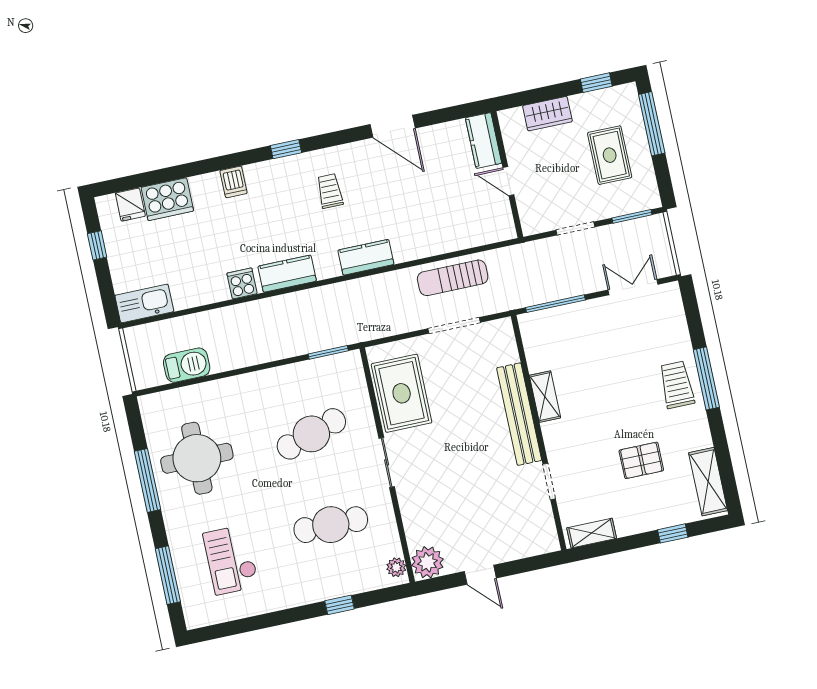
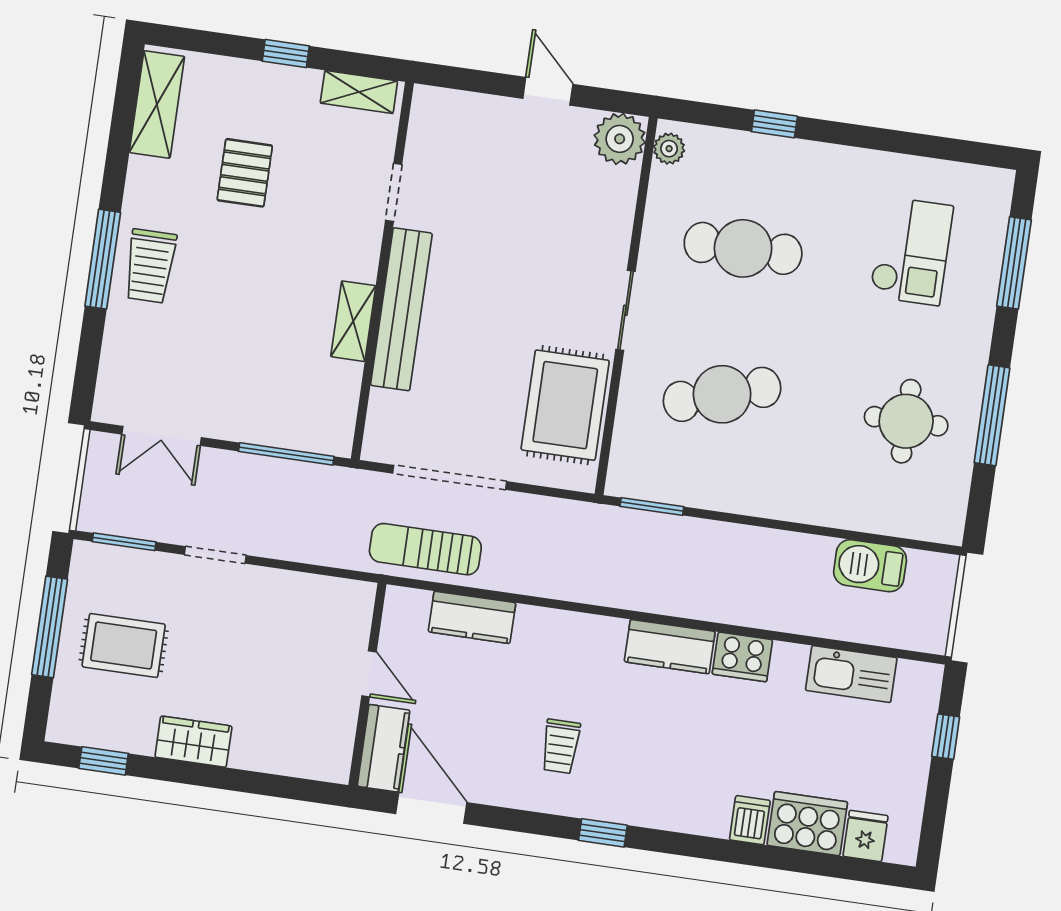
window: (652, 124) -> (50, 627), moved
kitchen counter: (484, 141) -> (384, 748), moved
rug: (610, 155) -> (124, 645), turned 90
wall: (507, 175) -> (367, 685), moved
door: (508, 181) -> (369, 674), moved
dishwasher: (234, 182) -> (750, 820), moved
window: (97, 245) -> (946, 737), moved
kitchen counter: (366, 257) -> (472, 617), moved
sun lounger: (453, 278) -> (425, 549), turned 180
cooker: (242, 283) -> (742, 657), width x1.36
kitchen sink: (144, 303) -> (851, 674), moved
doorway: (454, 325) -> (450, 477), width x1.36
round table: (197, 458) -> (906, 421), width x0.73, depth x0.73
pallet: (641, 460) -> (245, 173), turned 90
window: (673, 533) -> (286, 54), moved

